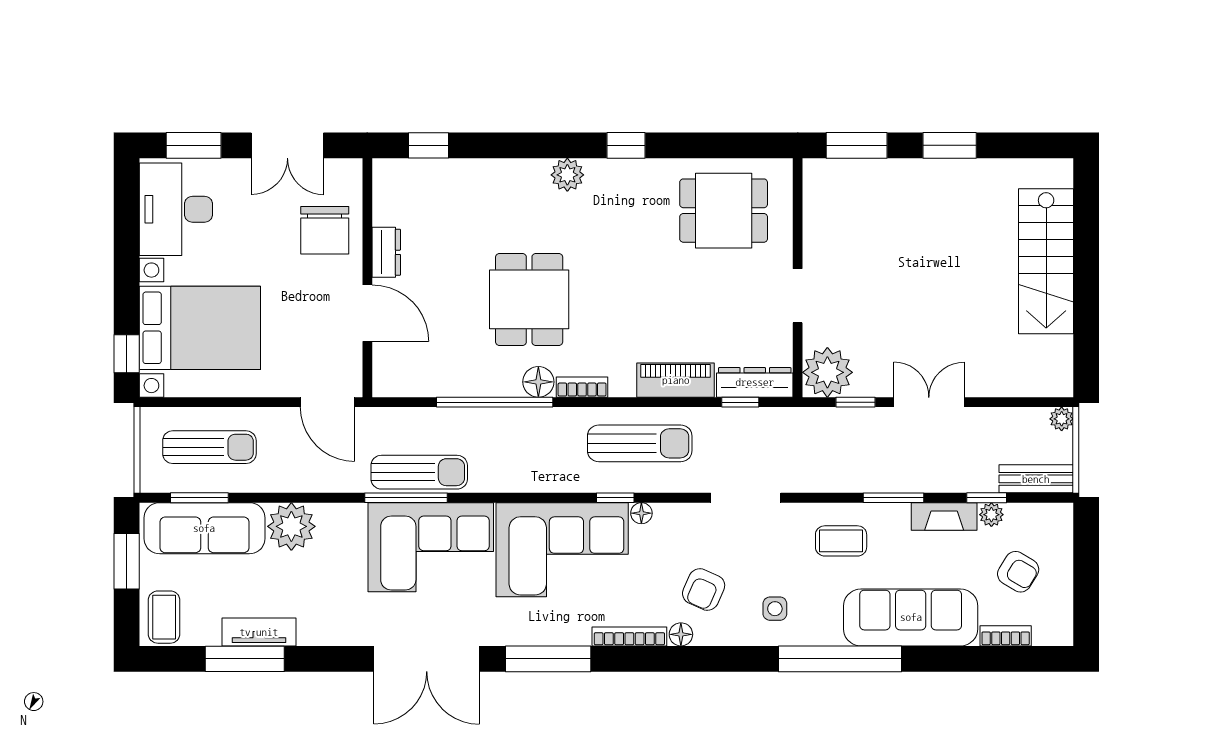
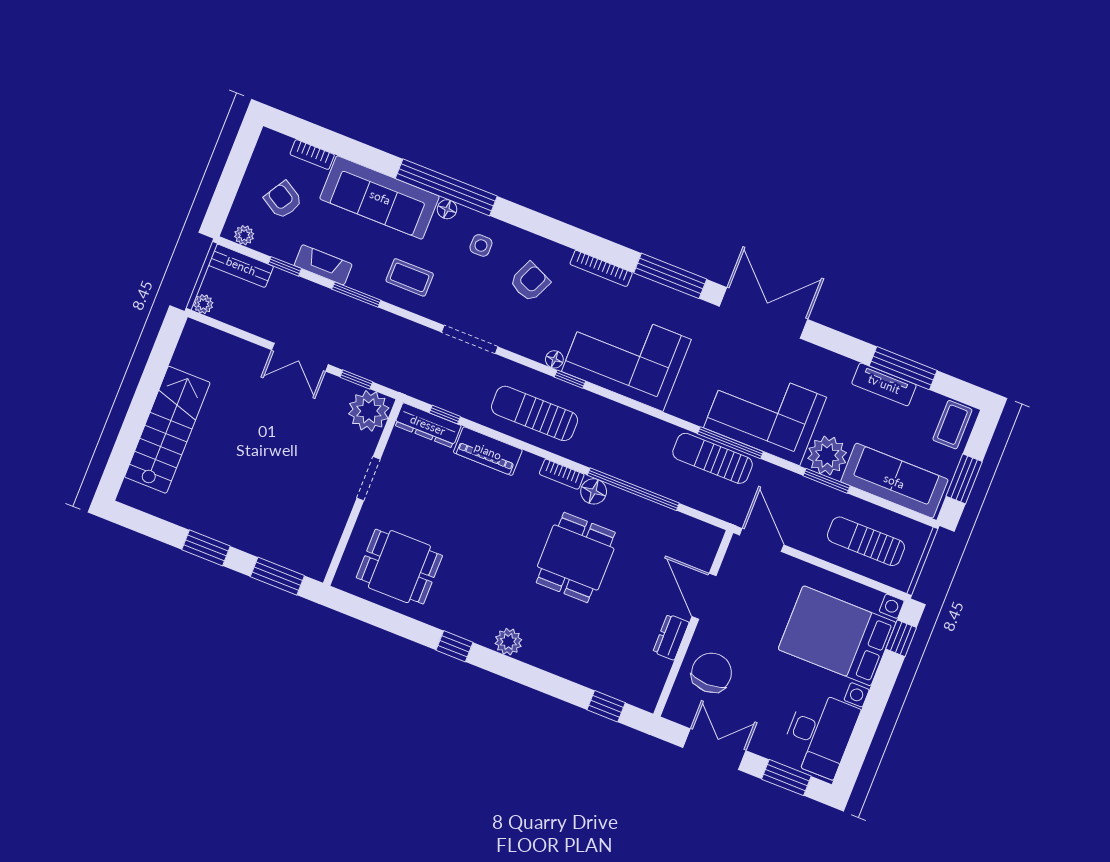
window: (199, 498) -> (827, 481), moved
plant: (991, 515) -> (244, 235), moved
corner sofa: (431, 547) -> (765, 413), moved
floor lamp: (681, 634) -> (447, 209), moved

